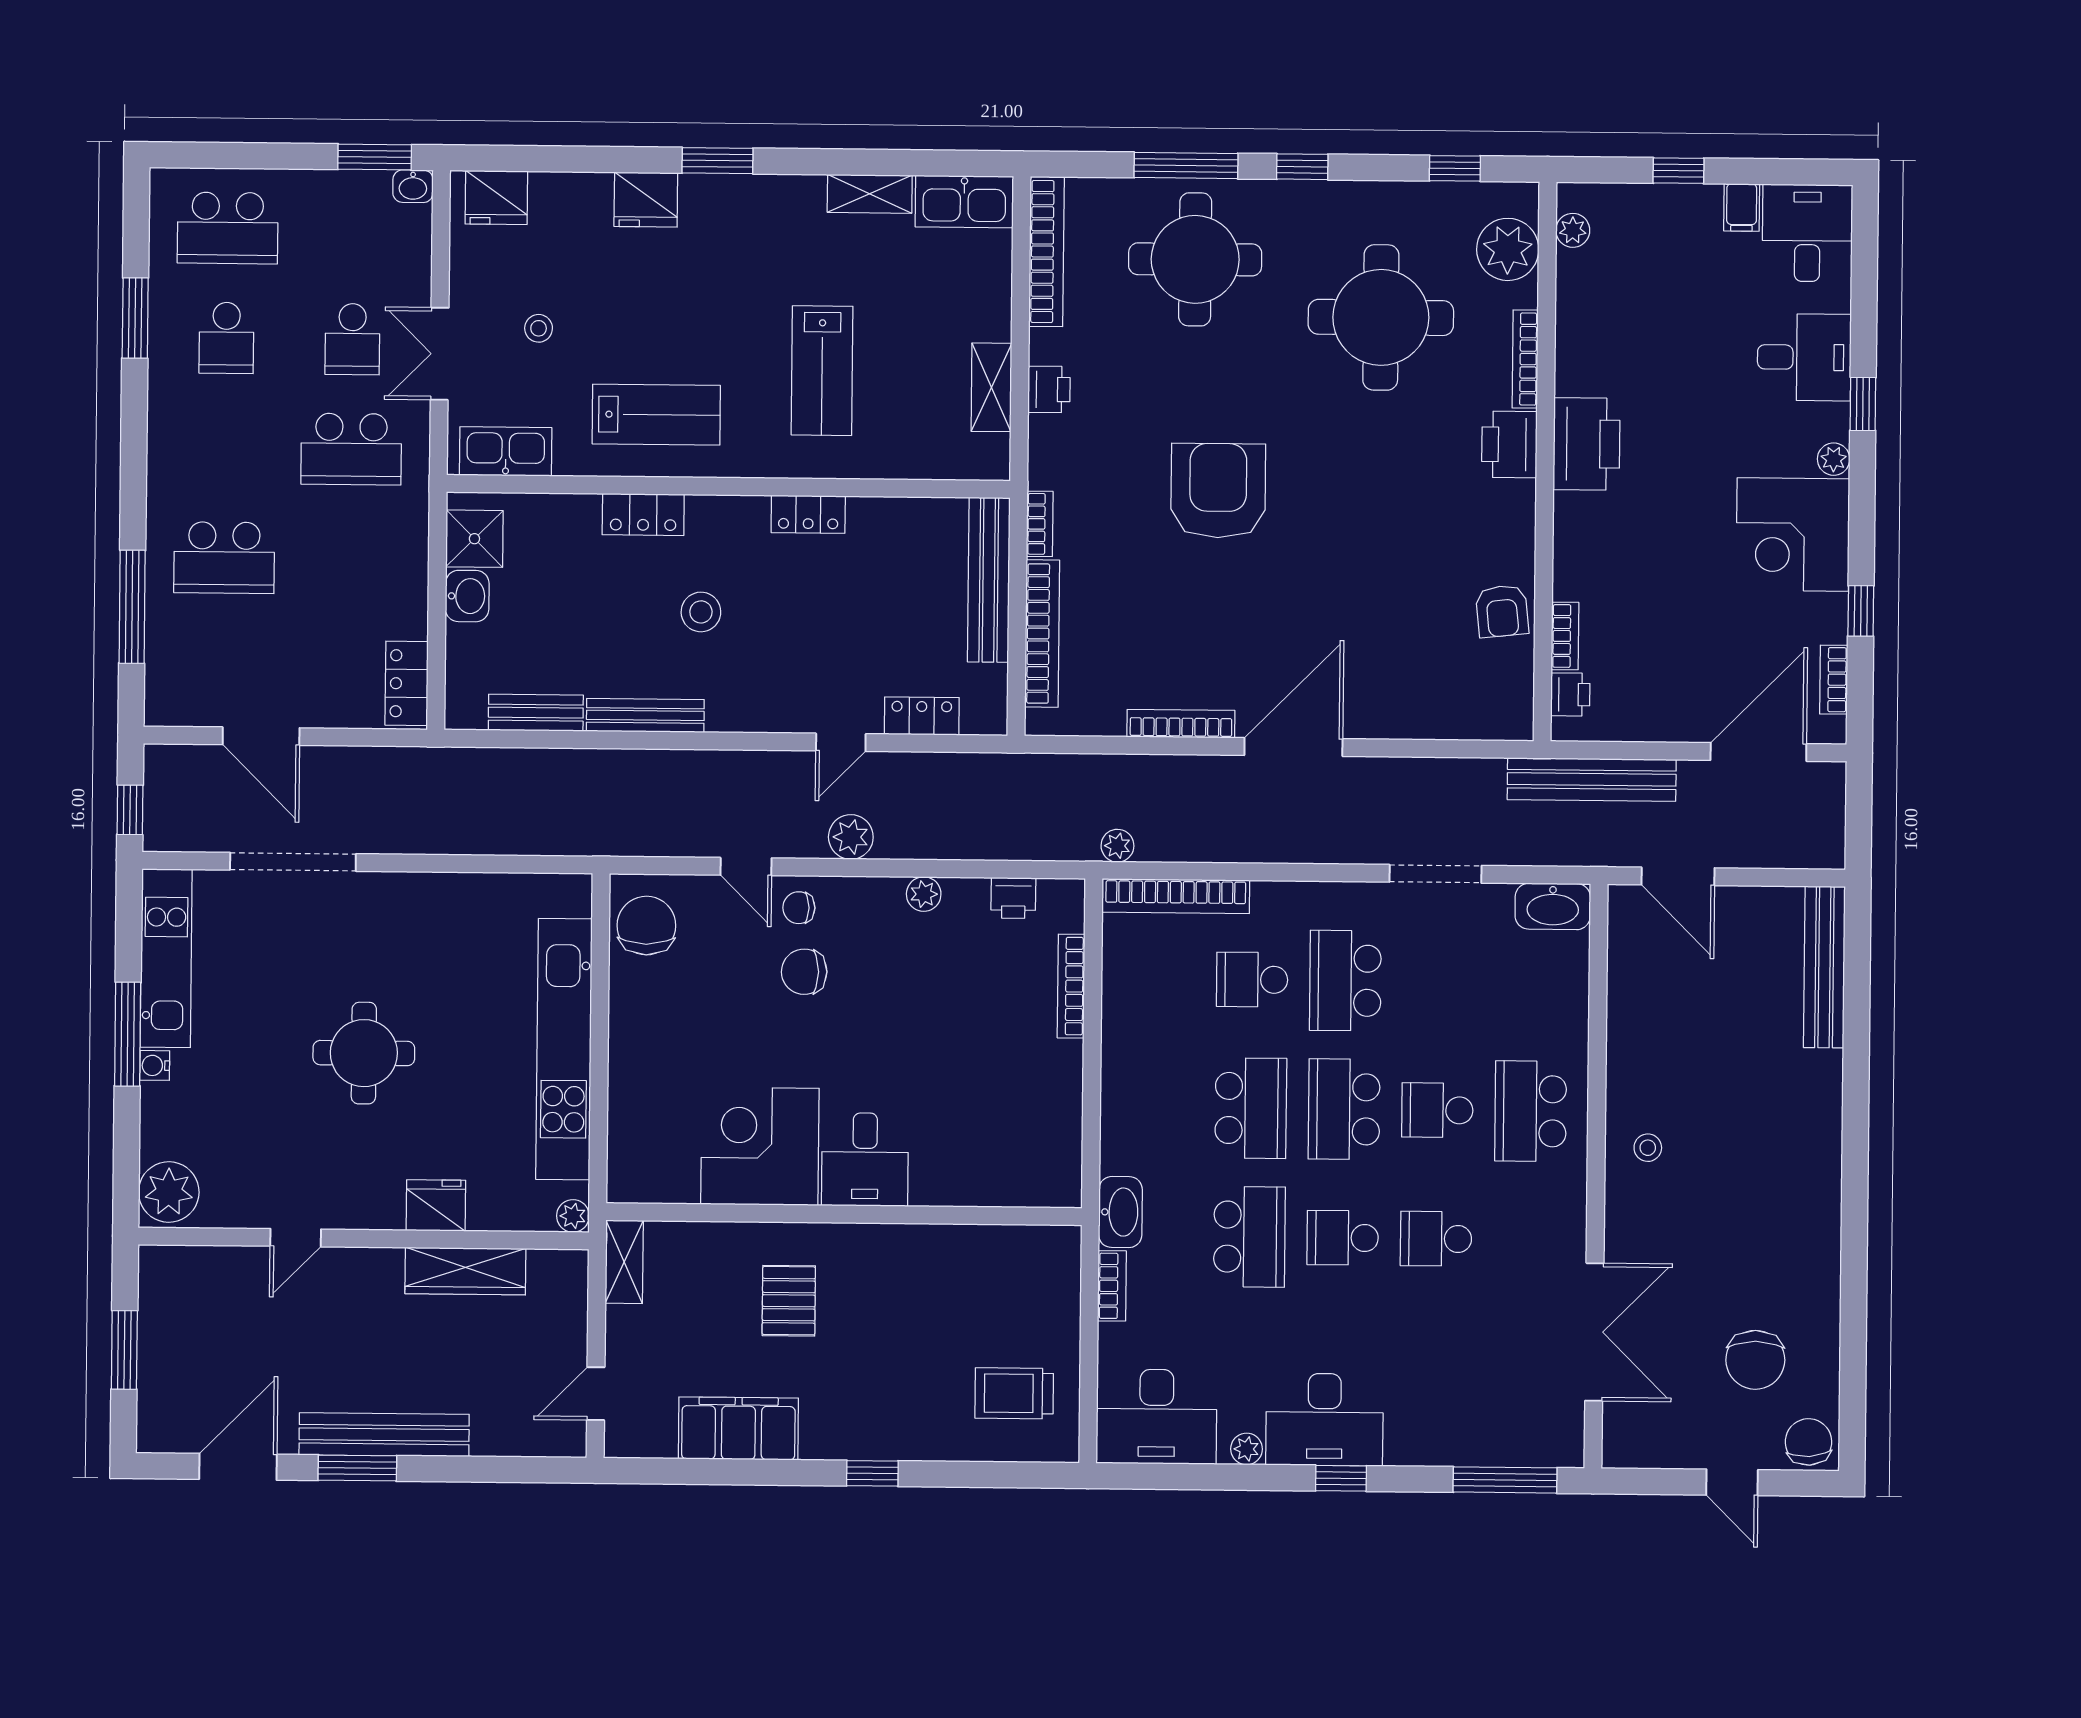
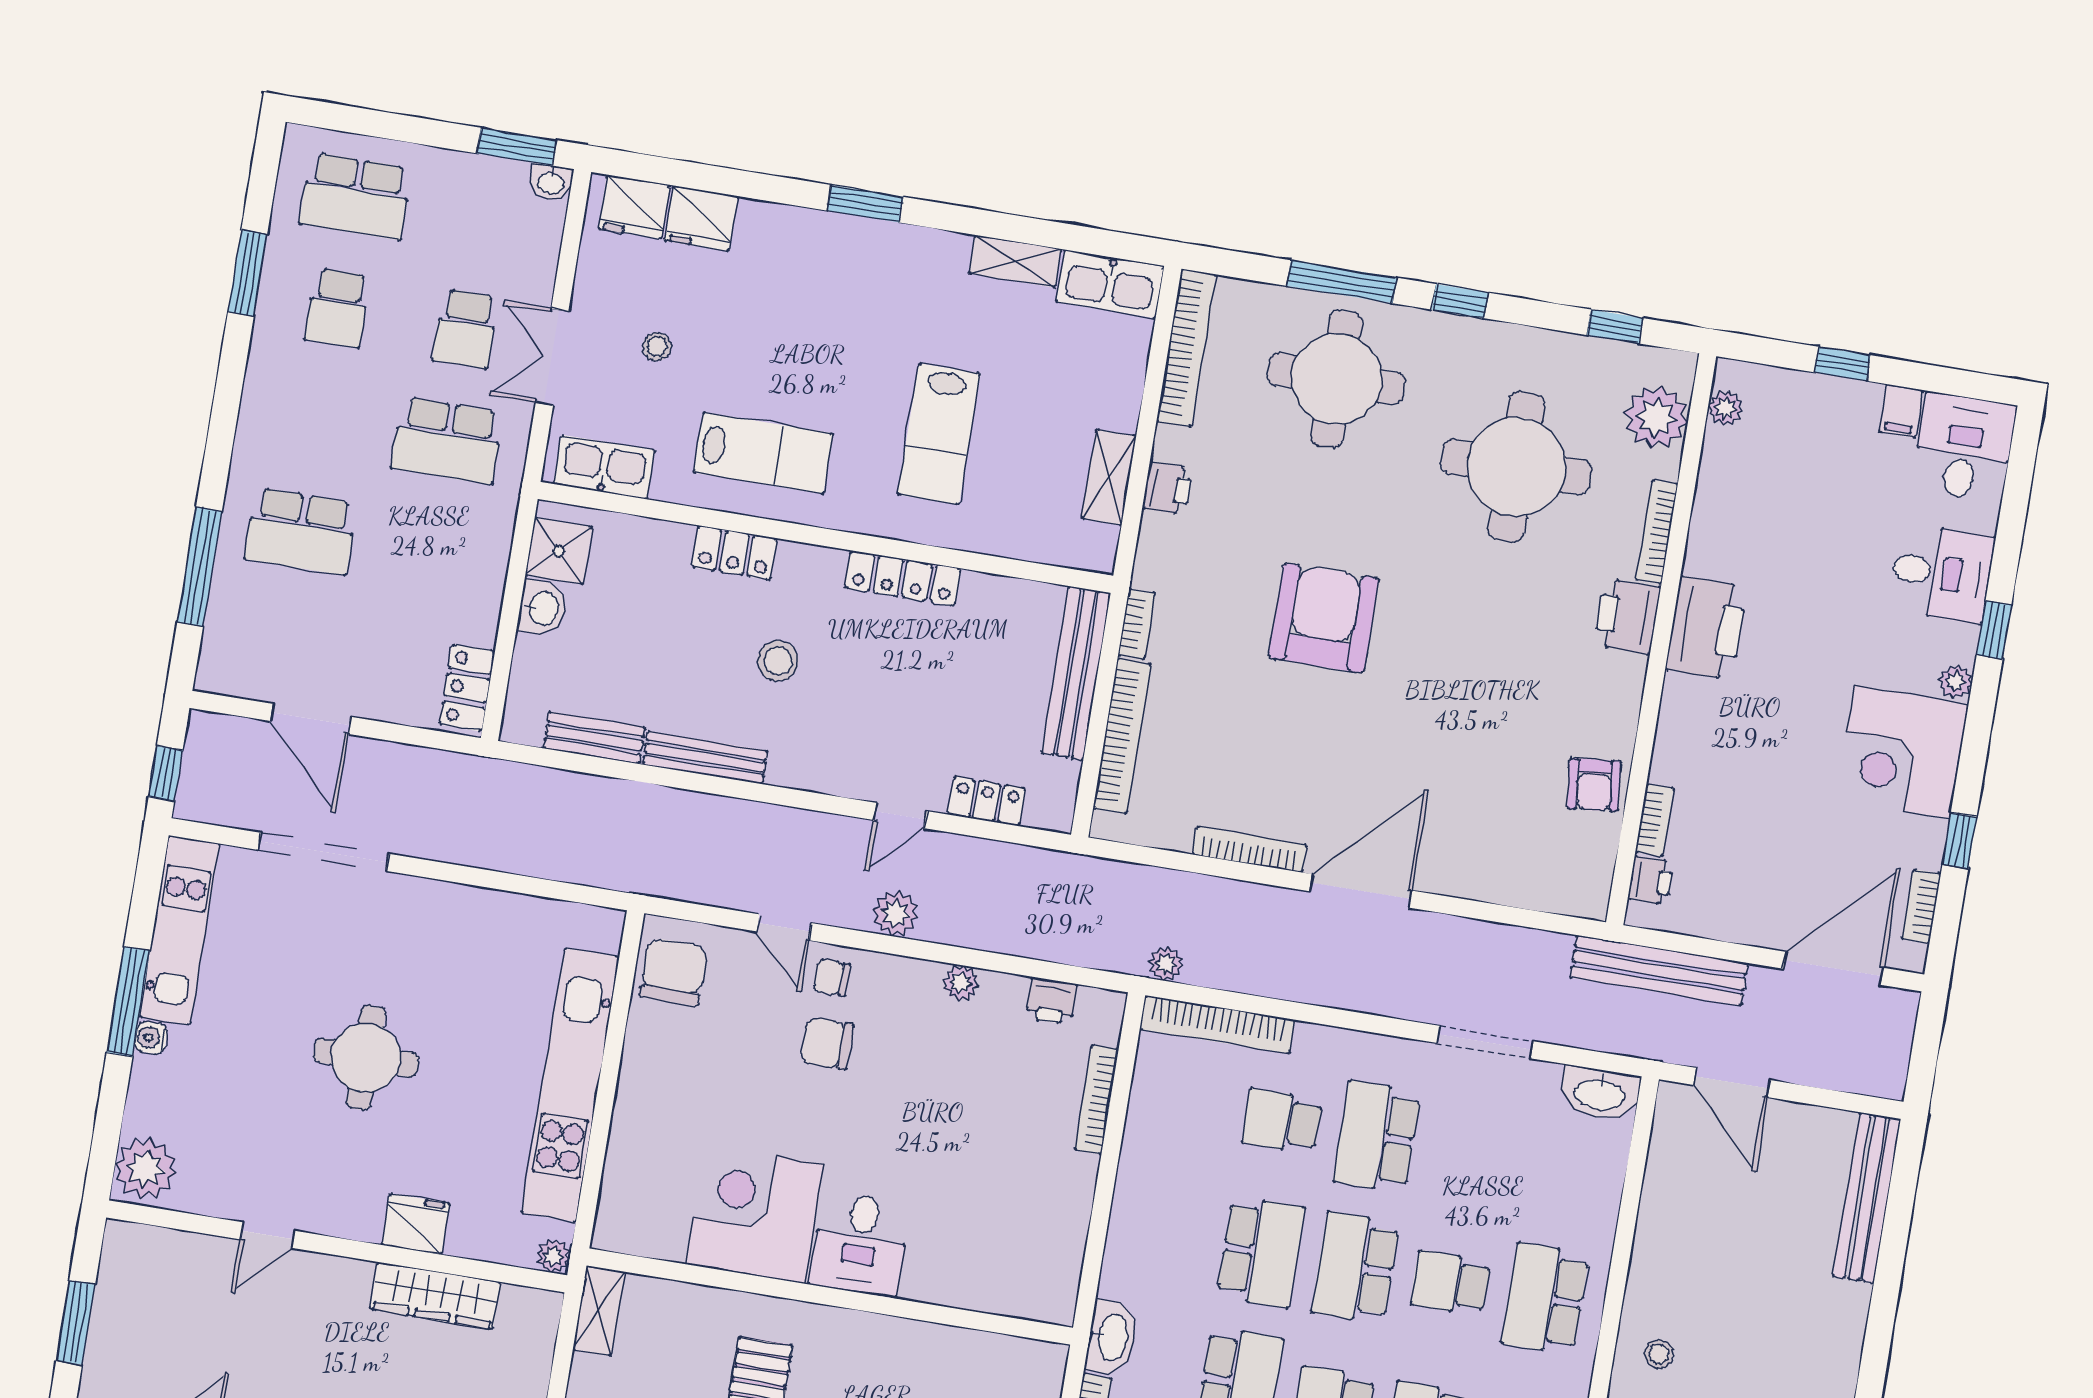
fridge: (646, 200) -> (701, 218), moved
locker: (808, 514) -> (902, 578), width x1.53

